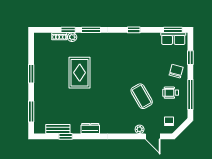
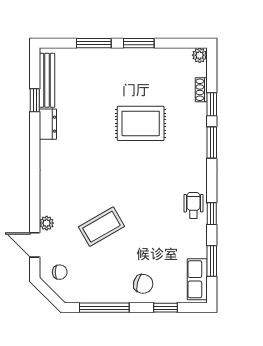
window: (173, 30) -> (212, 261), moved
plant: (72, 37) -> (200, 55), moved
wheelchair: (171, 93) -> (193, 205), moved
window: (31, 112) -> (94, 43), moved
dresser: (90, 128) -> (48, 124), moved
bench: (58, 129) -> (47, 80), width x1.36
door: (153, 136) -> (35, 245), hinge flipped

